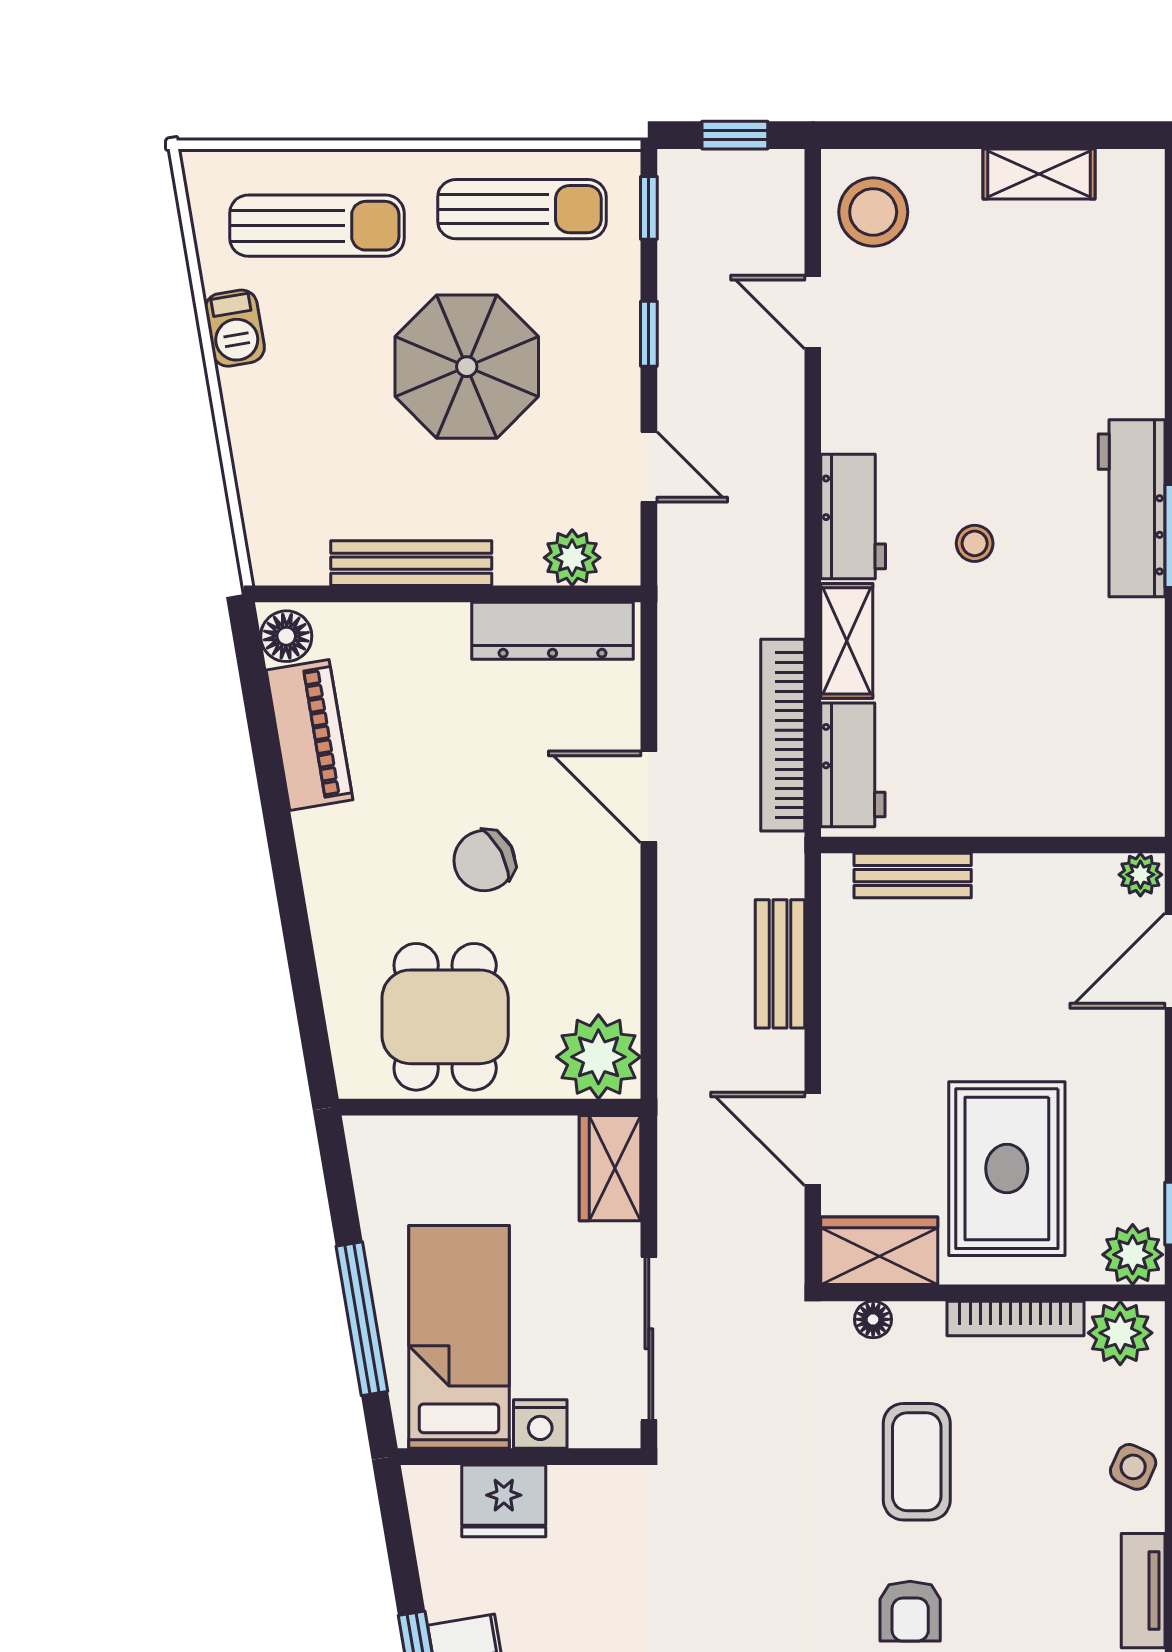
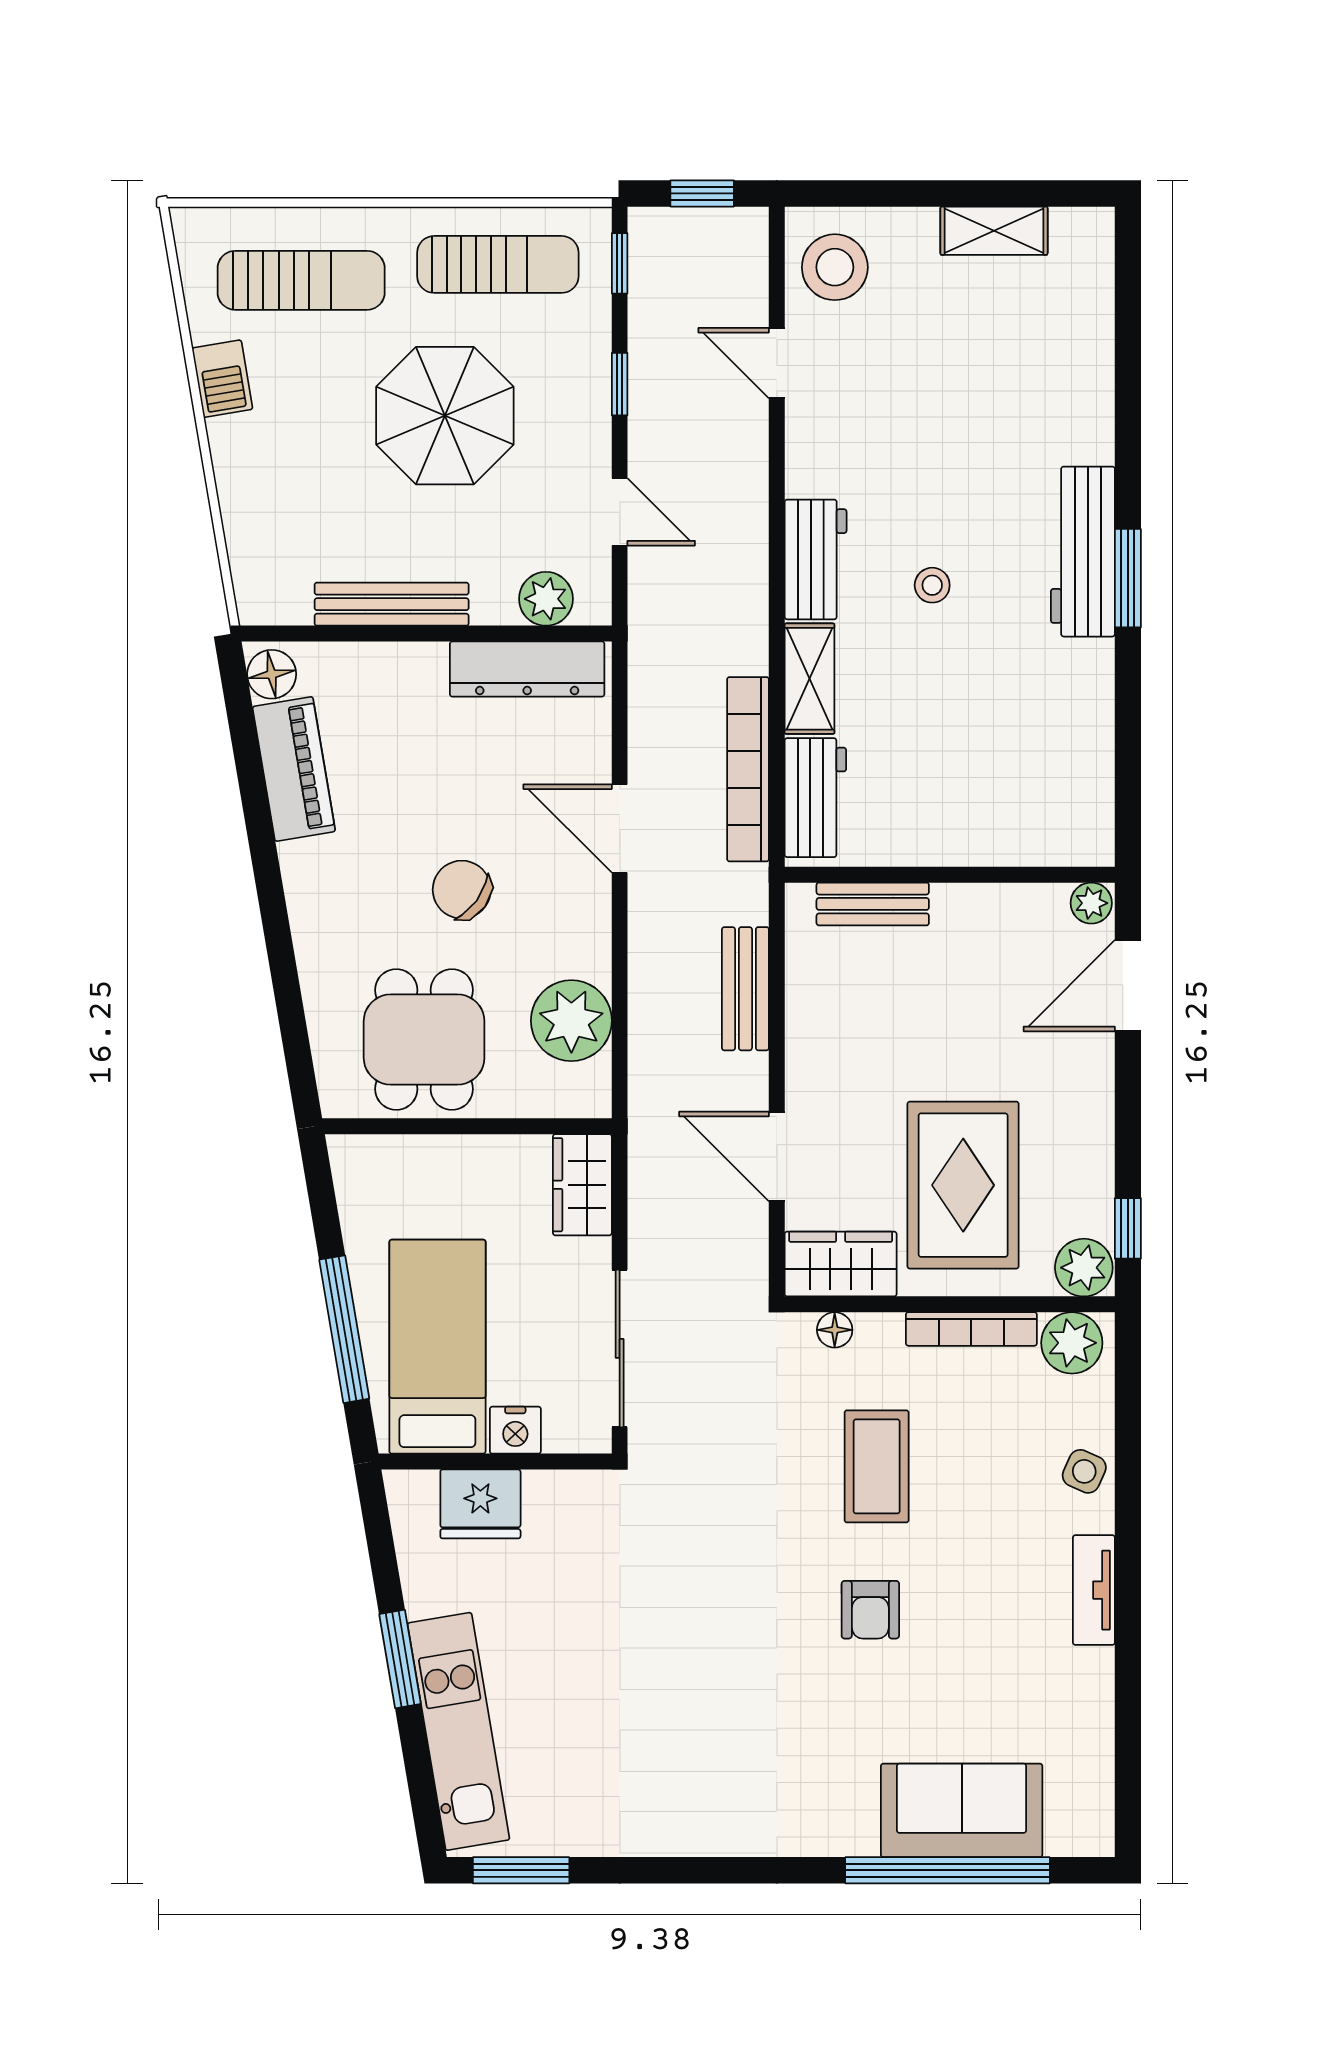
chair: (484, 861) -> (462, 890), turned 64
plant: (598, 1057) -> (571, 1021), moved

